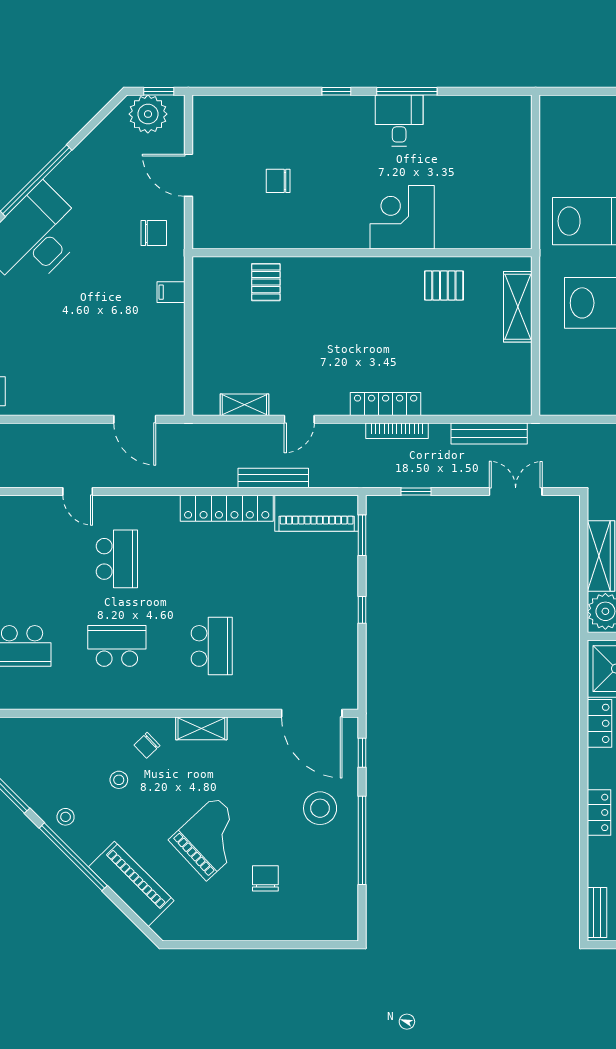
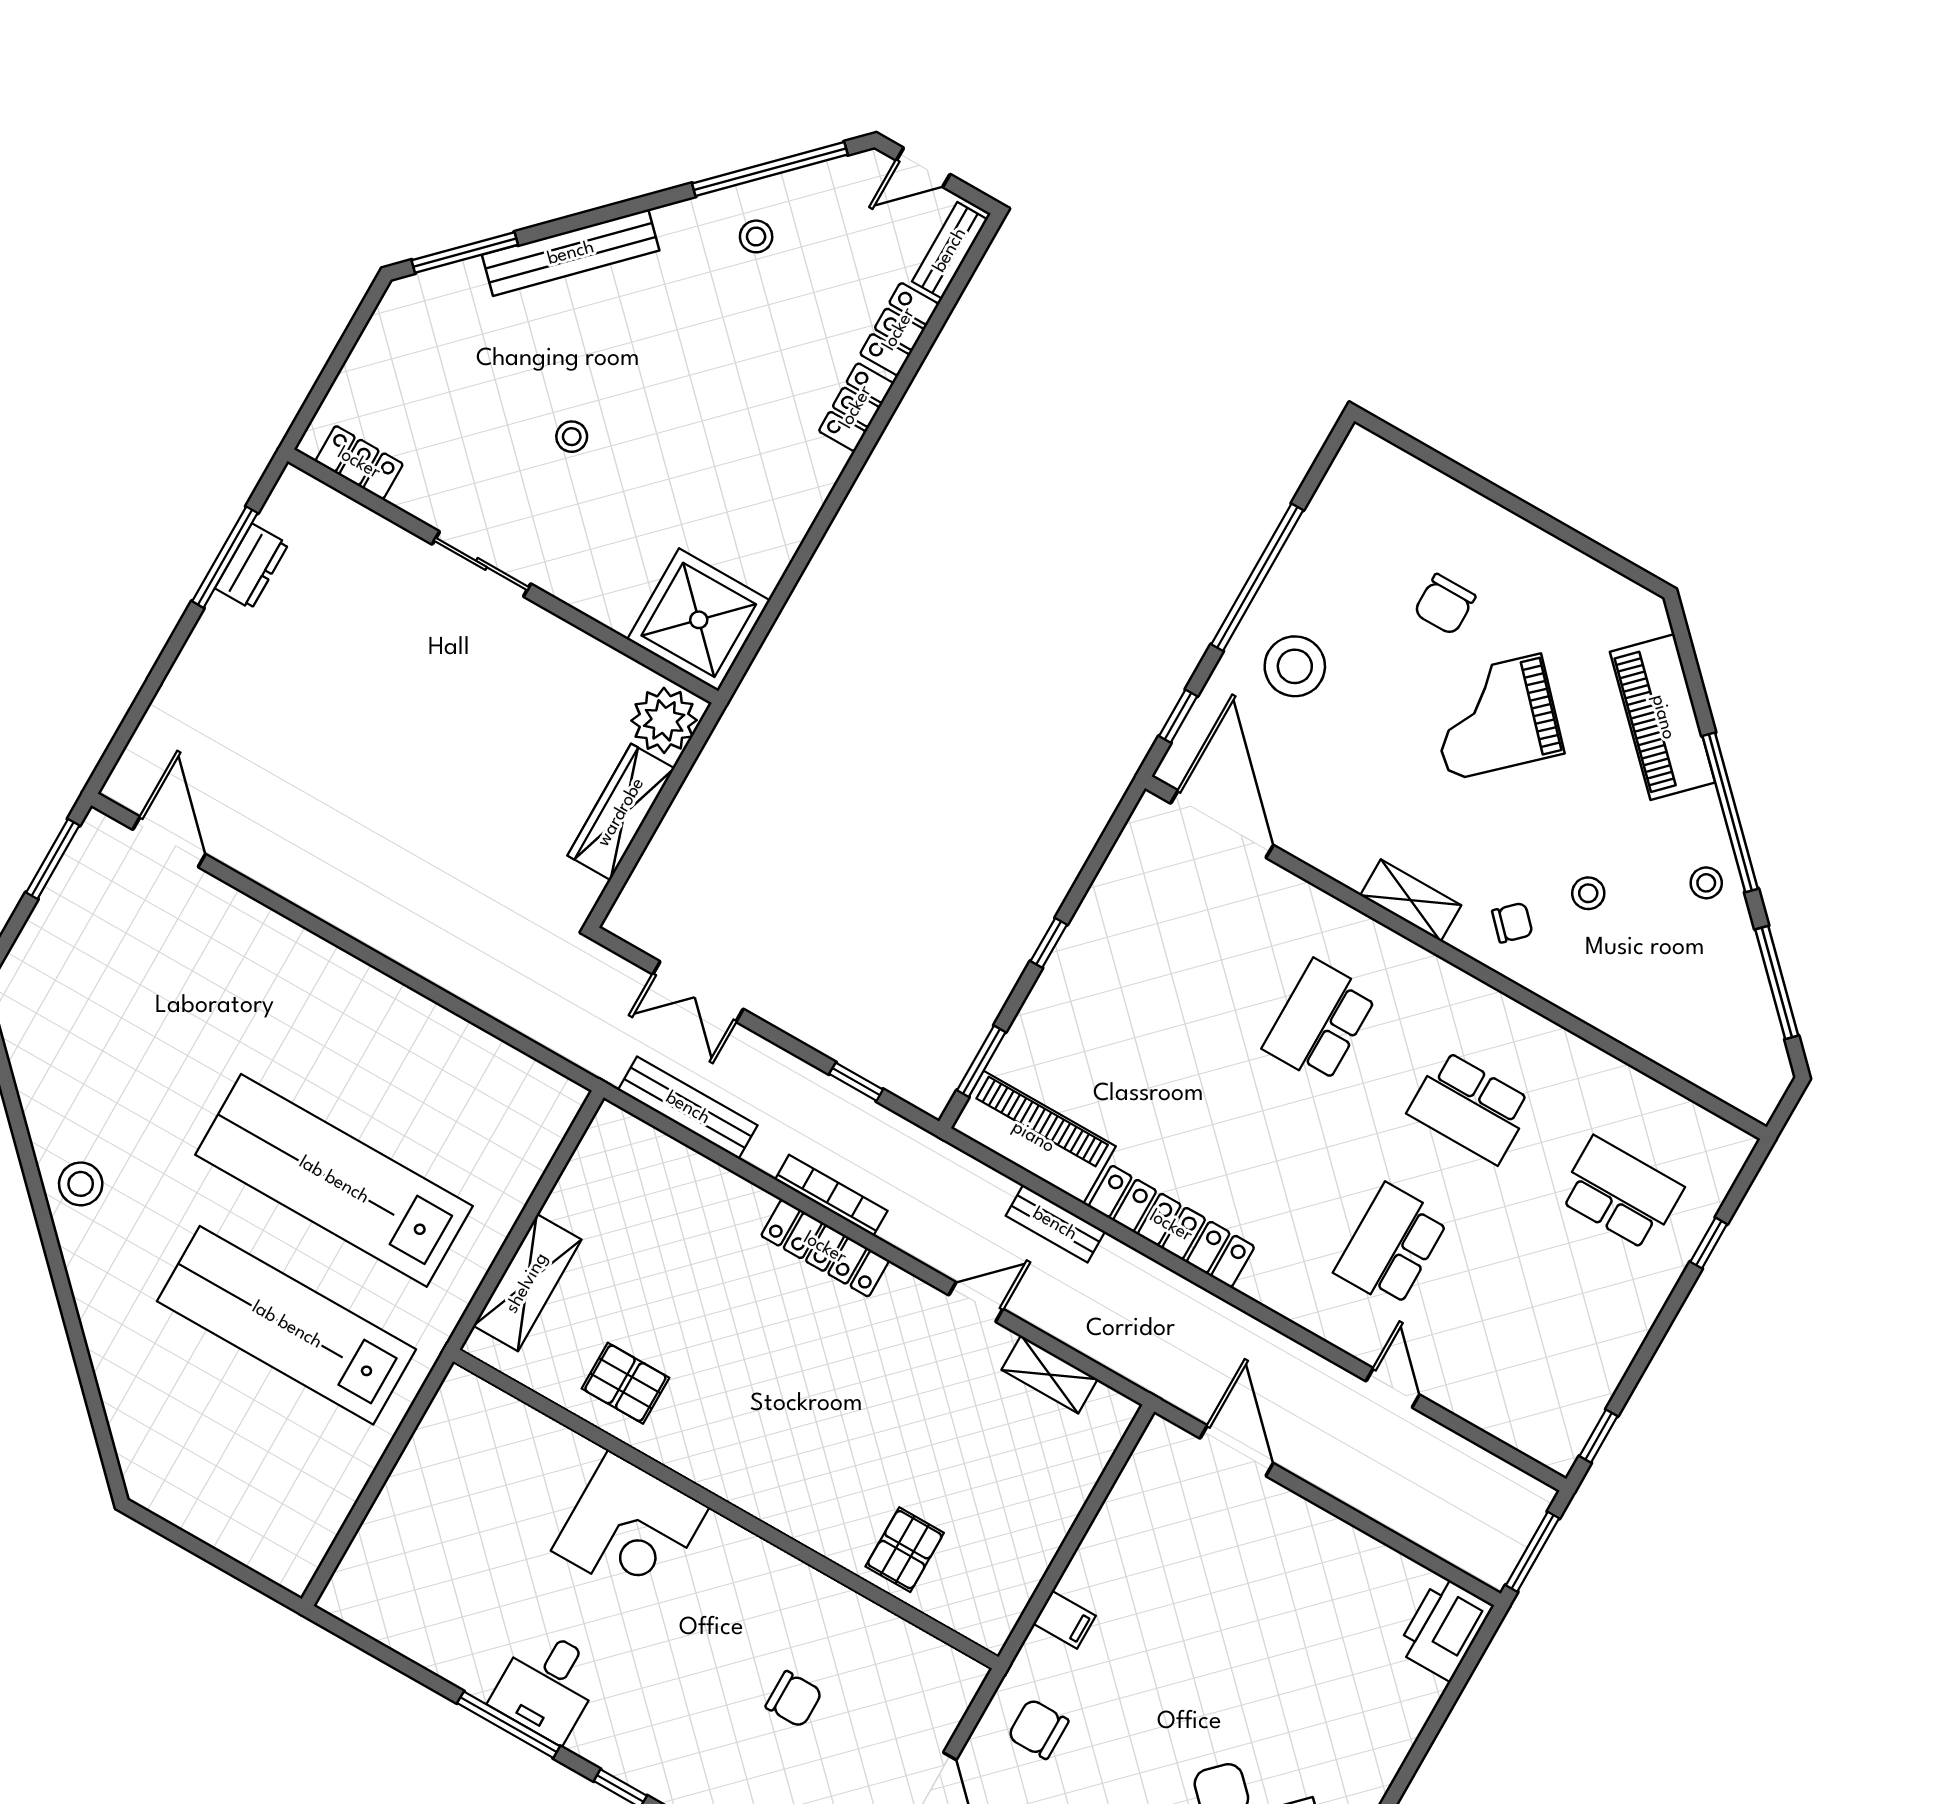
bench: (273, 478) -> (1055, 1224), width x0.73
locker: (600, 723) -> (899, 329), moved

